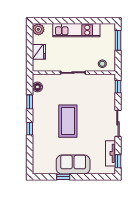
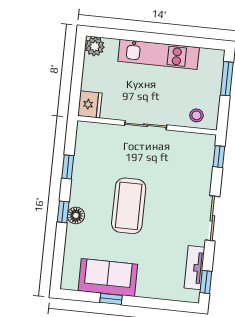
fridge: (39, 52) -> (90, 104), moved
floor lamp: (37, 87) -> (76, 215), moved
sofa: (73, 165) -> (108, 278), moved

